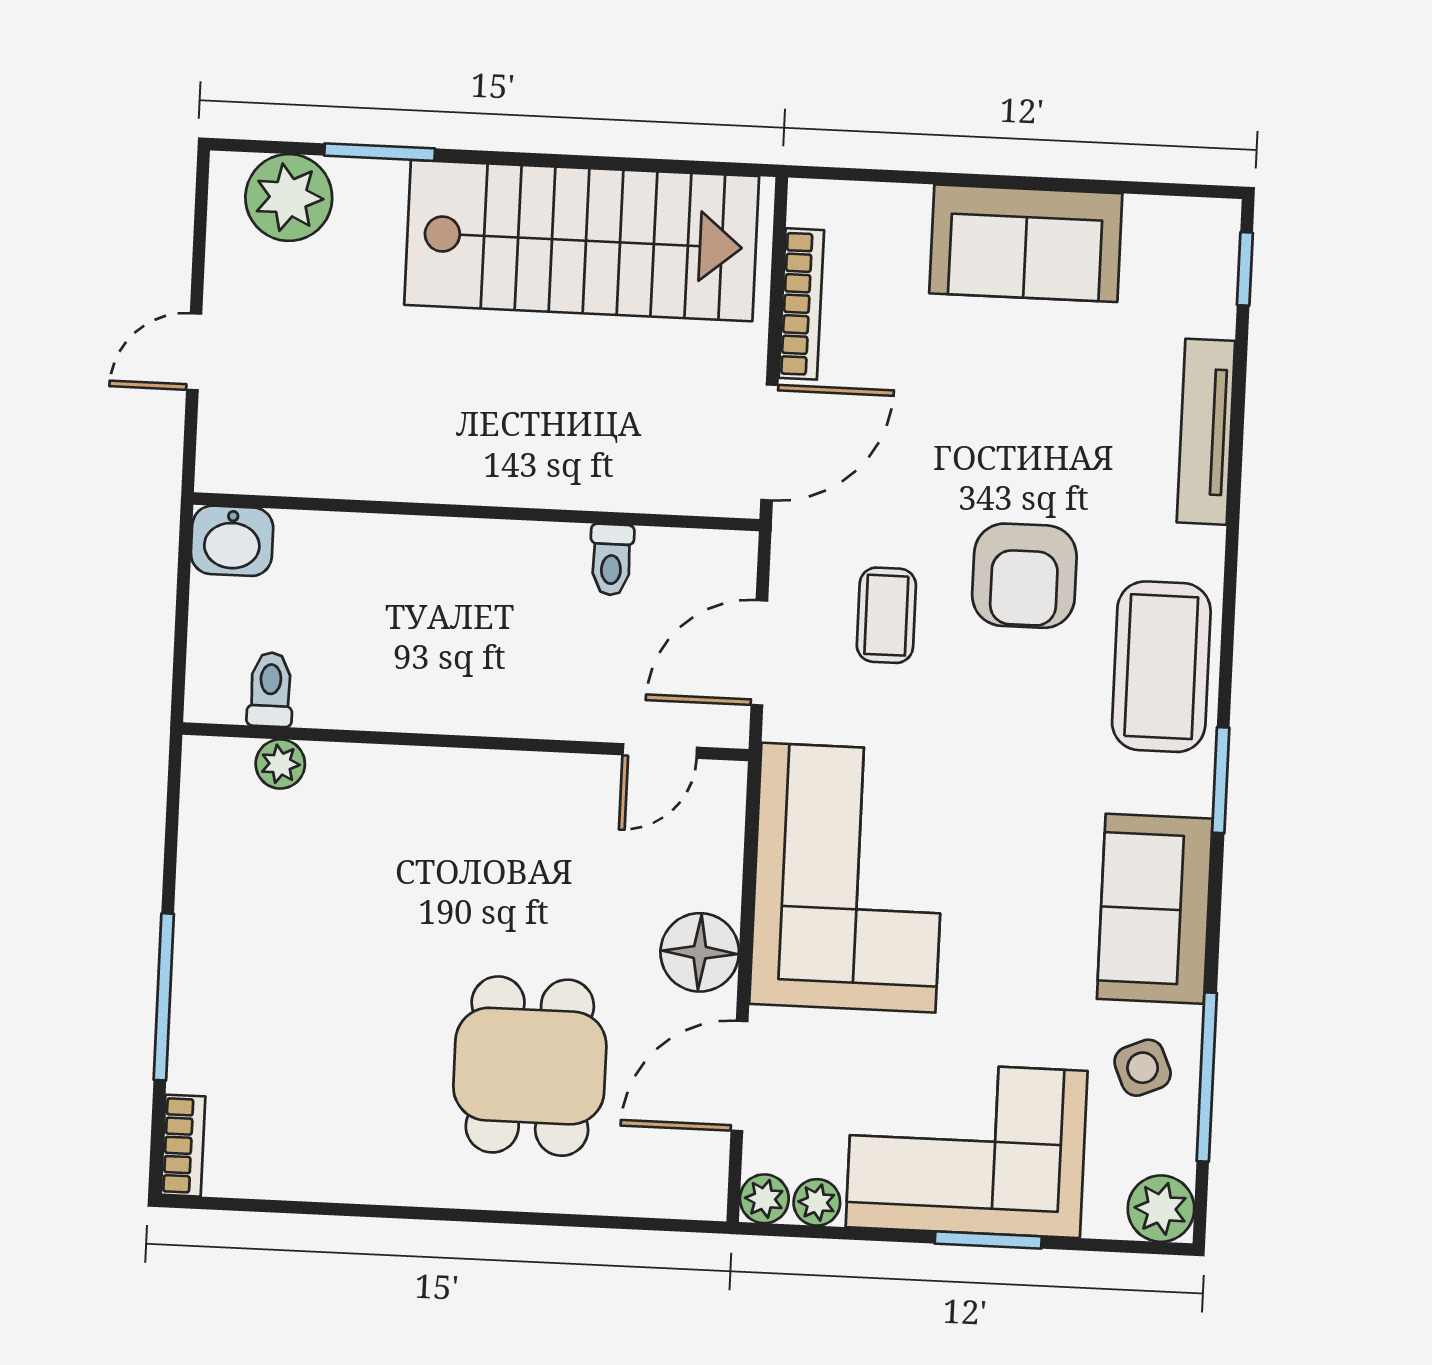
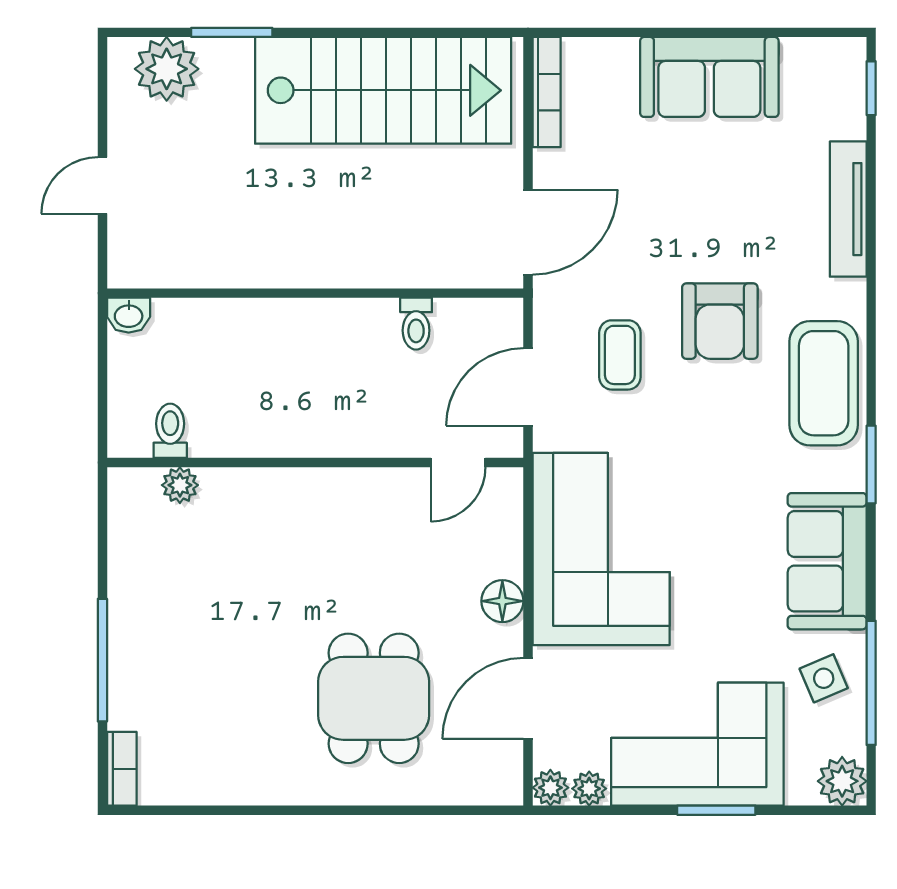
bookcase: (801, 304) -> (547, 92), moved
washbasin: (232, 541) -> (129, 315), width x0.72, depth x0.69
floor lamp: (700, 952) -> (502, 601), width x0.73, depth x0.73

